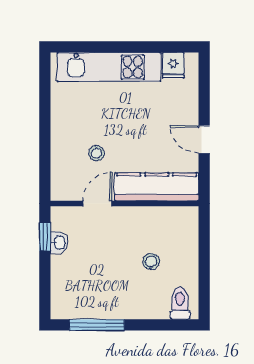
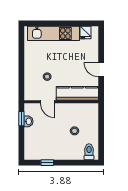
door: (97, 203) -> (48, 102), swing flipped
window: (97, 325) -> (47, 163), width x0.46

